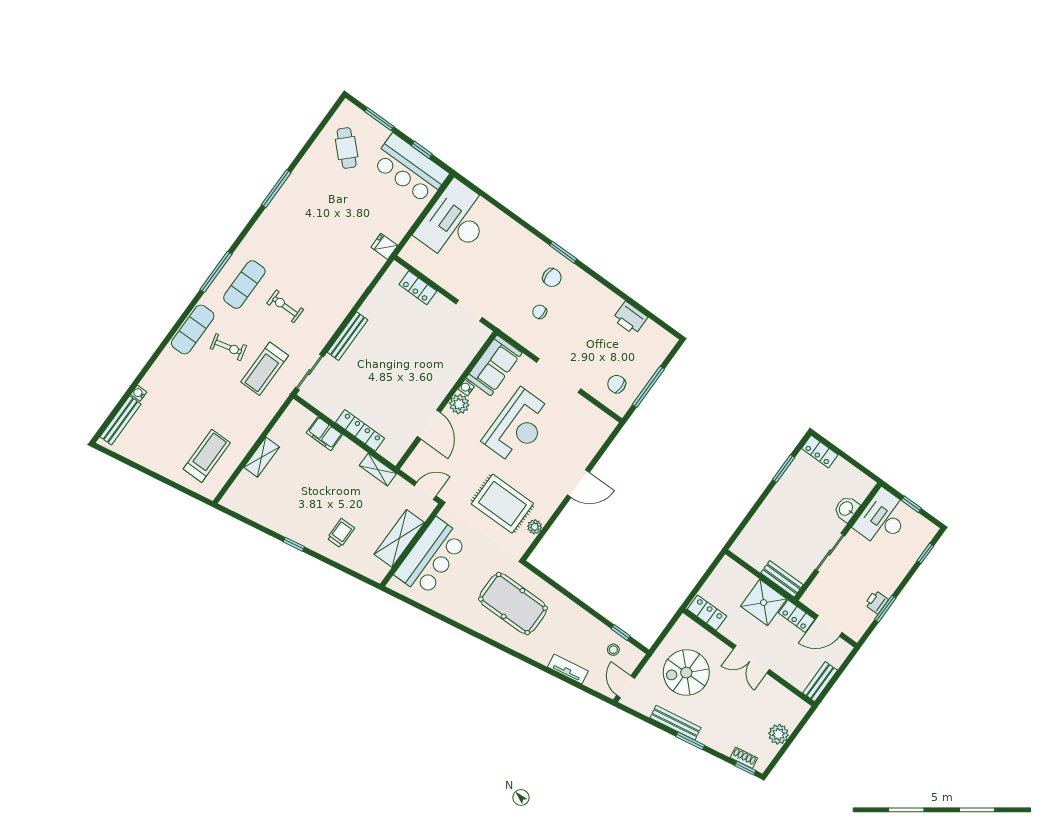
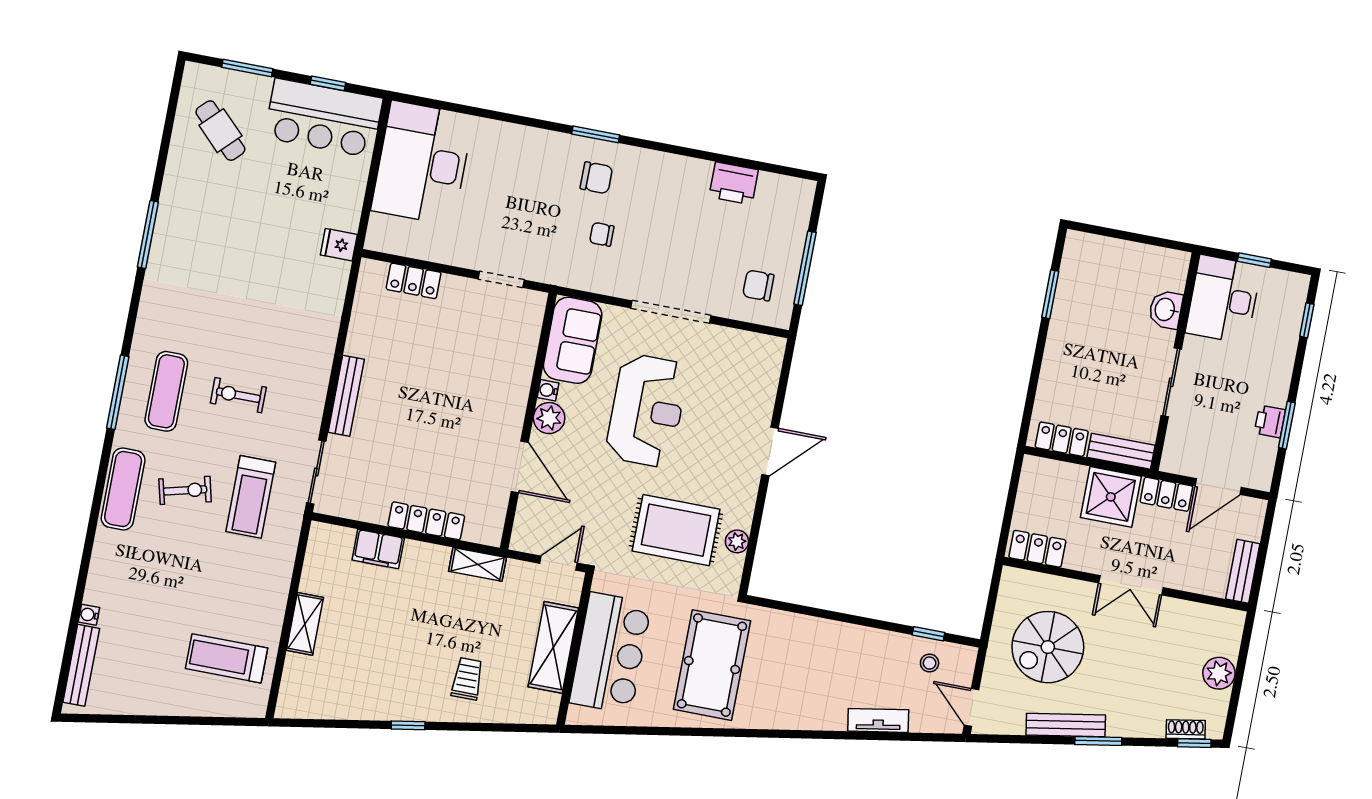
locker: (820, 452) -> (1062, 439), moved, turned 180
treadmill: (207, 456) -> (227, 658), turned -90
pool table: (513, 604) -> (712, 665), moved, turned 90

